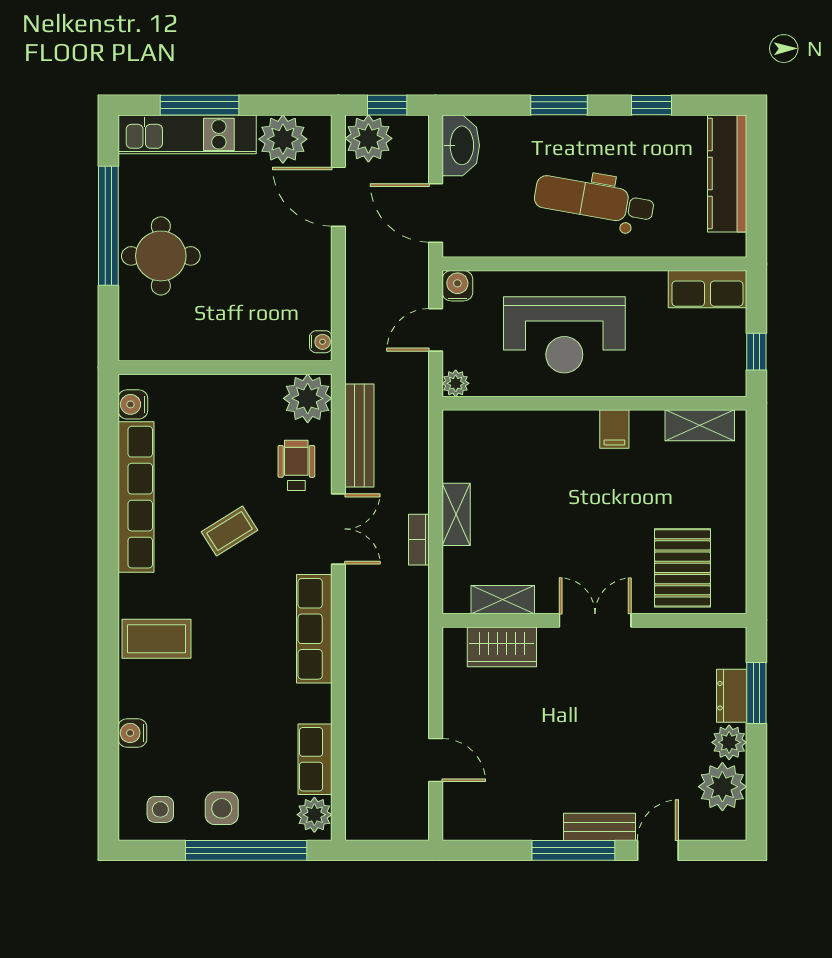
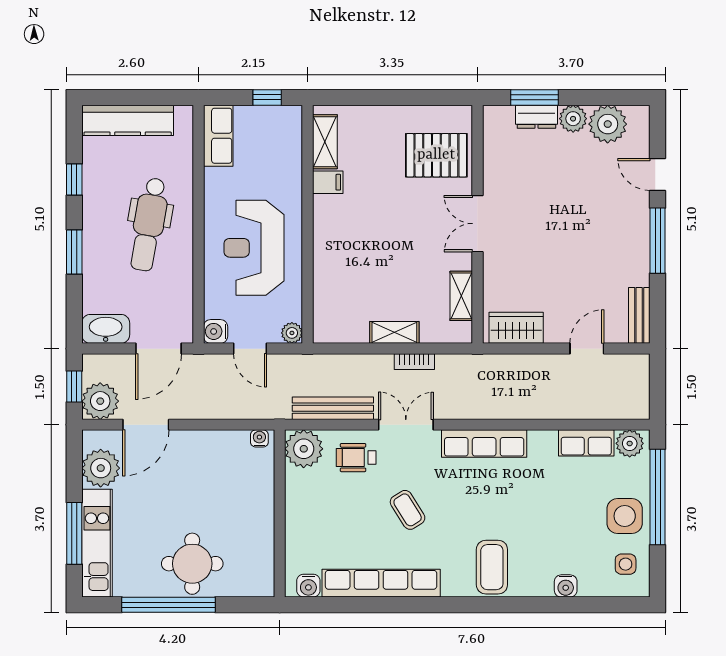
reception desk: (564, 335) -> (254, 248), turned 180
filing cabinet: (614, 429) -> (328, 182), moved
wardrobe: (502, 647) -> (516, 328), moved, turned -90
side table: (222, 808) -> (625, 516), width x1.37, depth x1.37
bench: (600, 827) -> (639, 315), moved

